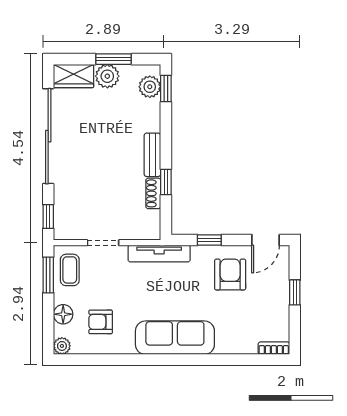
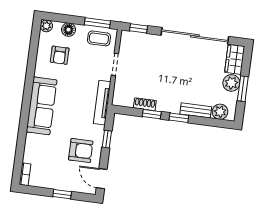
window: (166, 89) -> (179, 118), moved
bench: (152, 155) -> (196, 110), moved
armchair: (101, 322) -> (60, 55), turned 180

